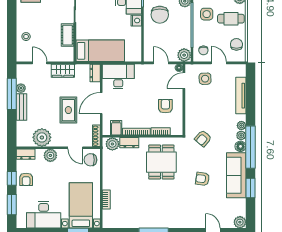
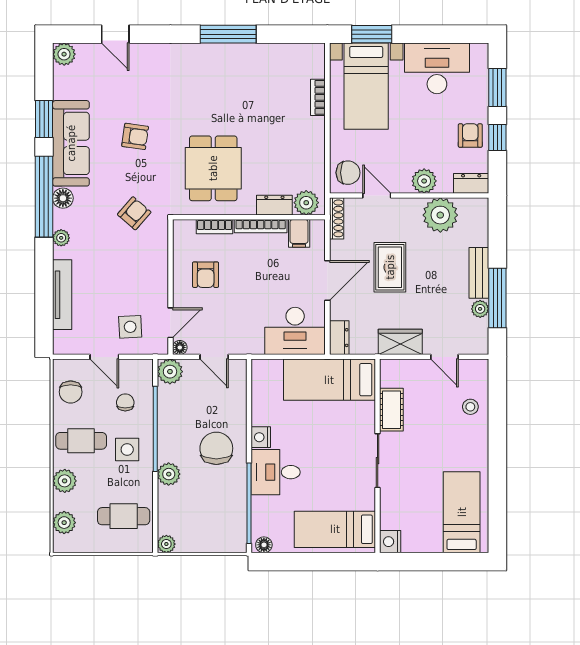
chair: (203, 50) -> (125, 402), moved
plant: (241, 135) -> (62, 219), removed

